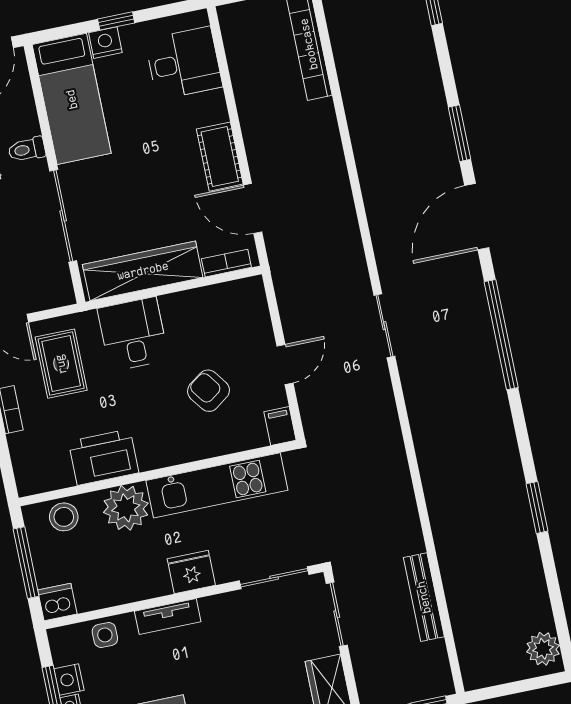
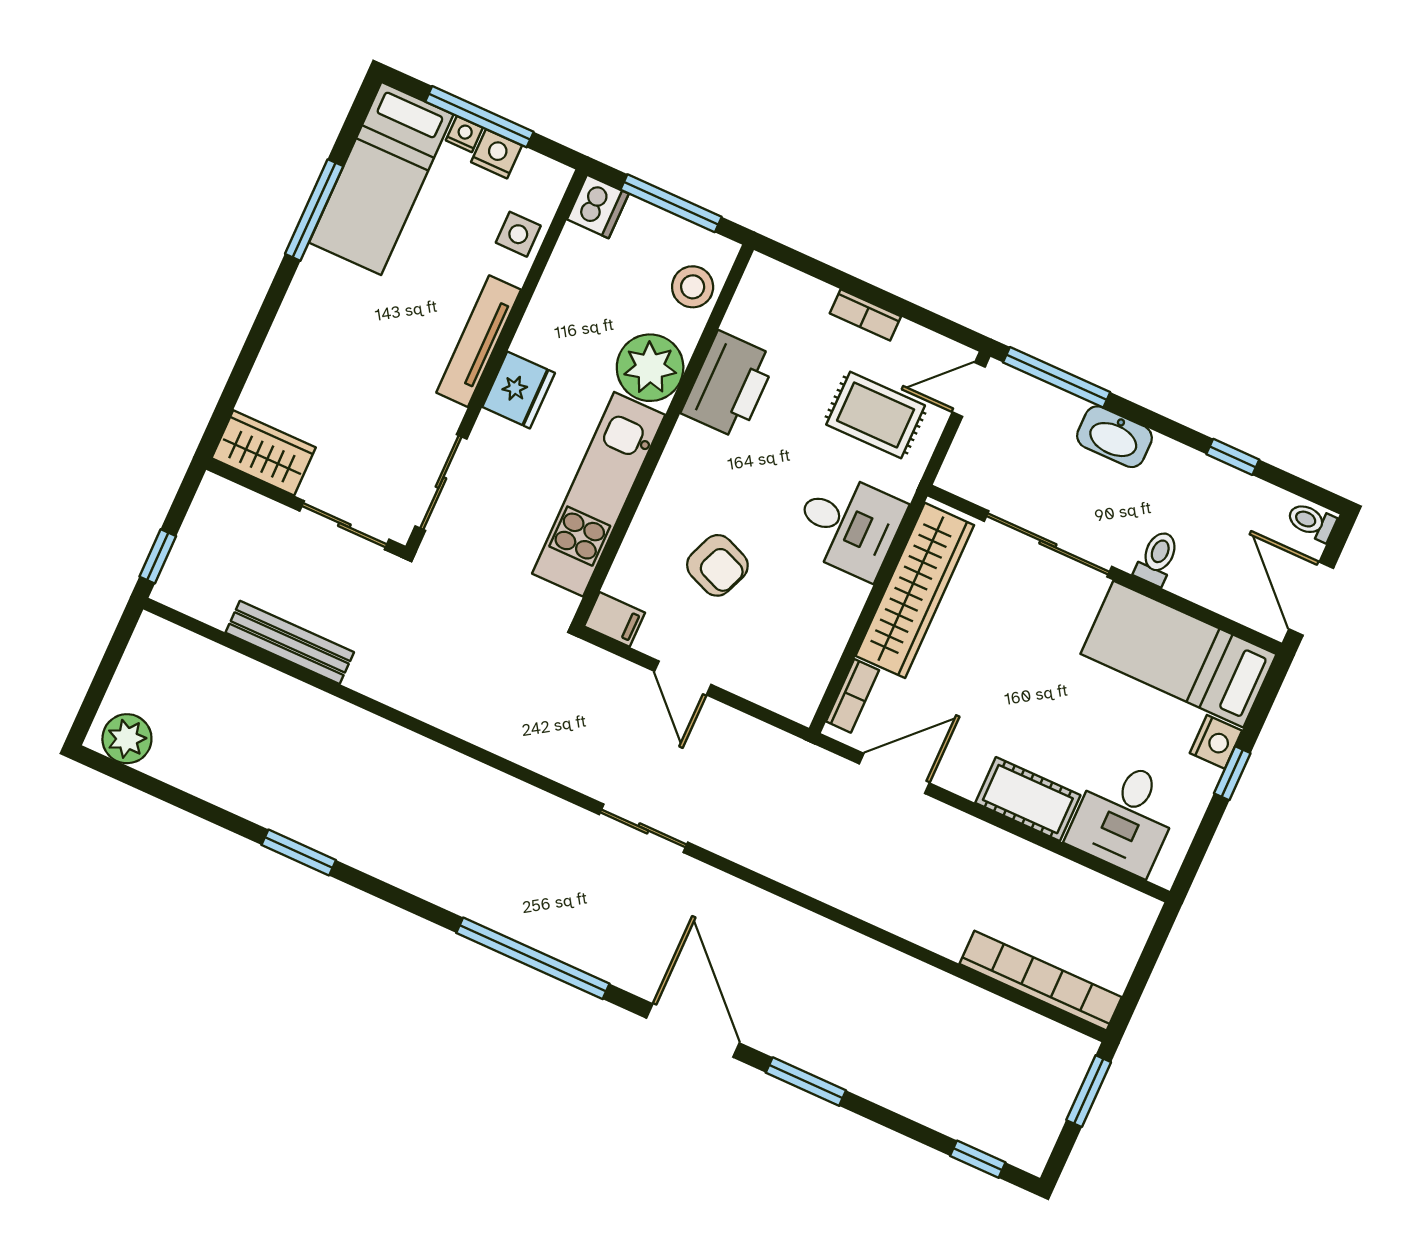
cot: (220, 157) -> (1028, 799), moved
armchair: (208, 391) -> (717, 565), turned 58
tv unit: (168, 616) -> (479, 341), width x1.41

